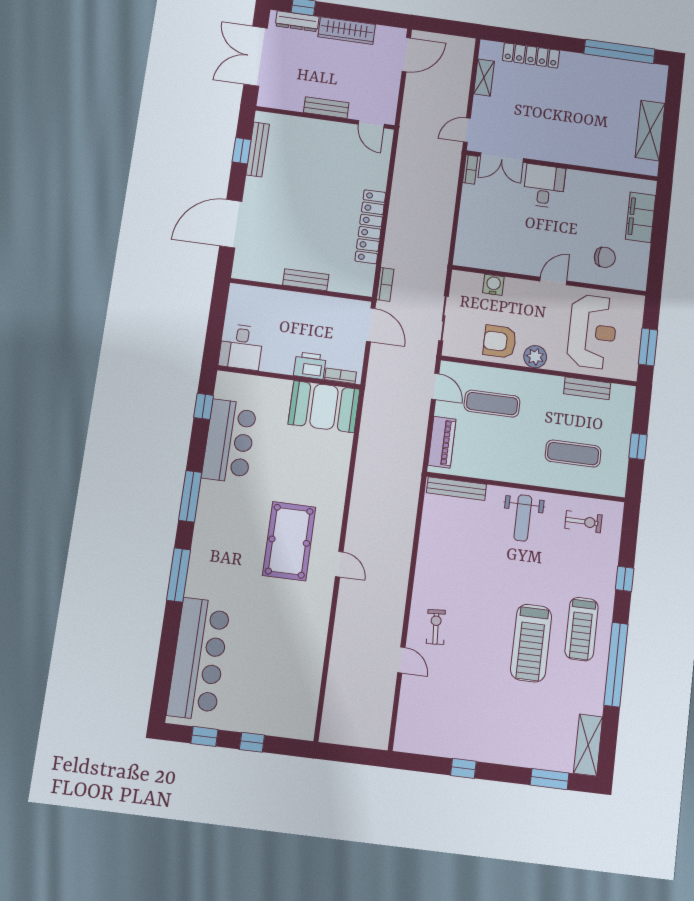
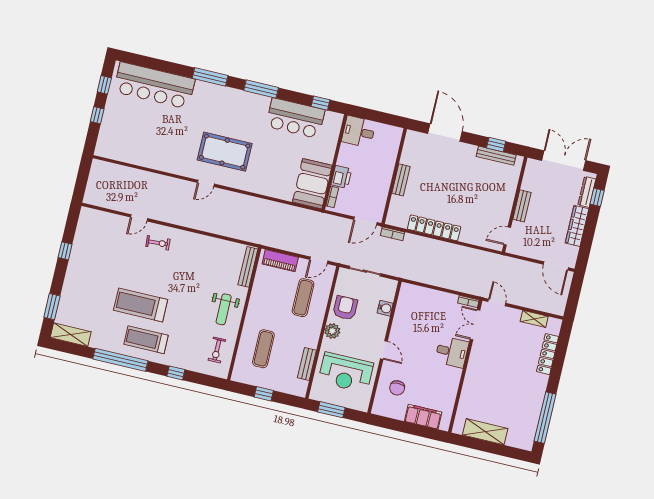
weight bench: (523, 518) -> (224, 309), turned -90

